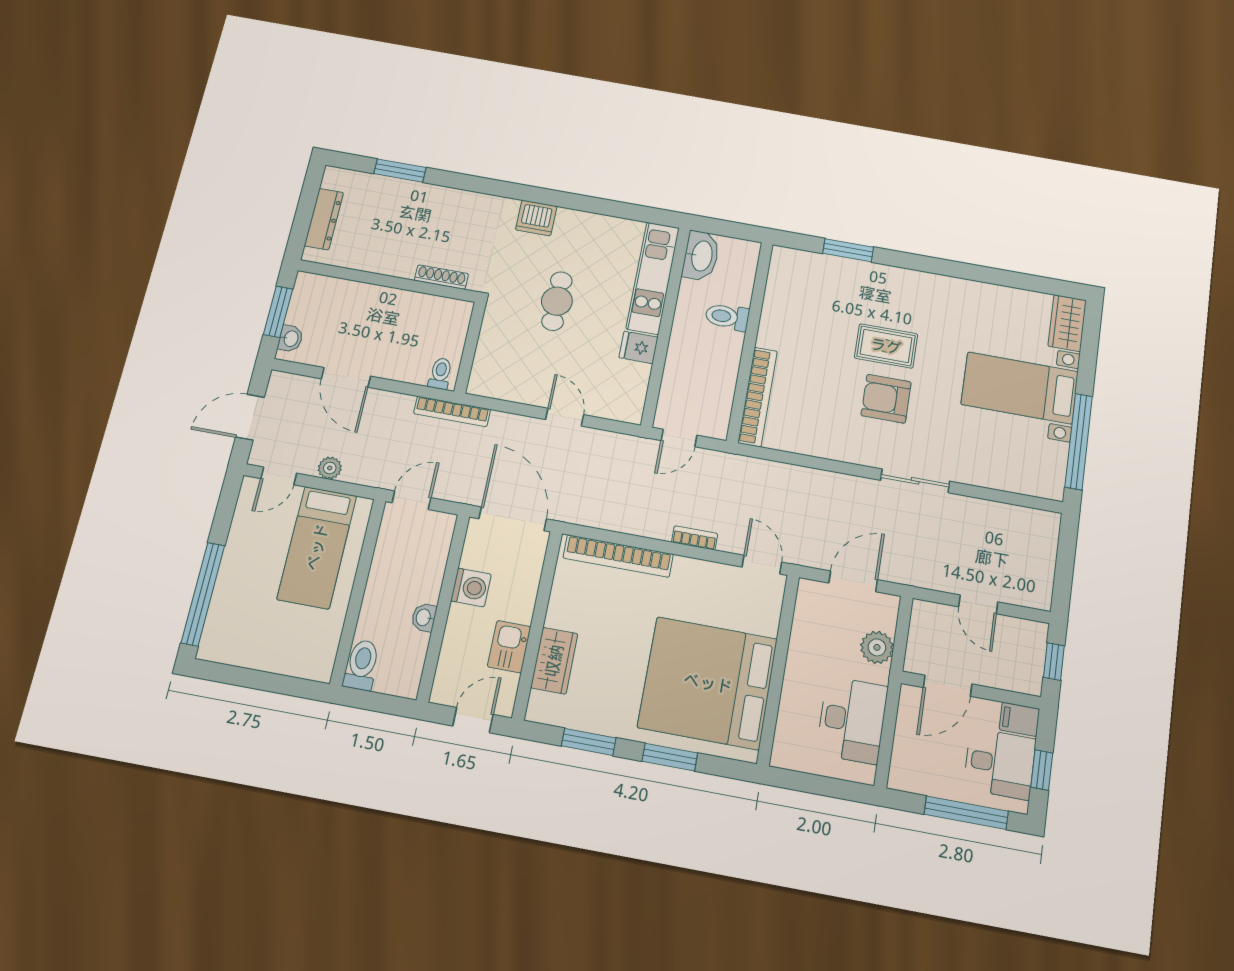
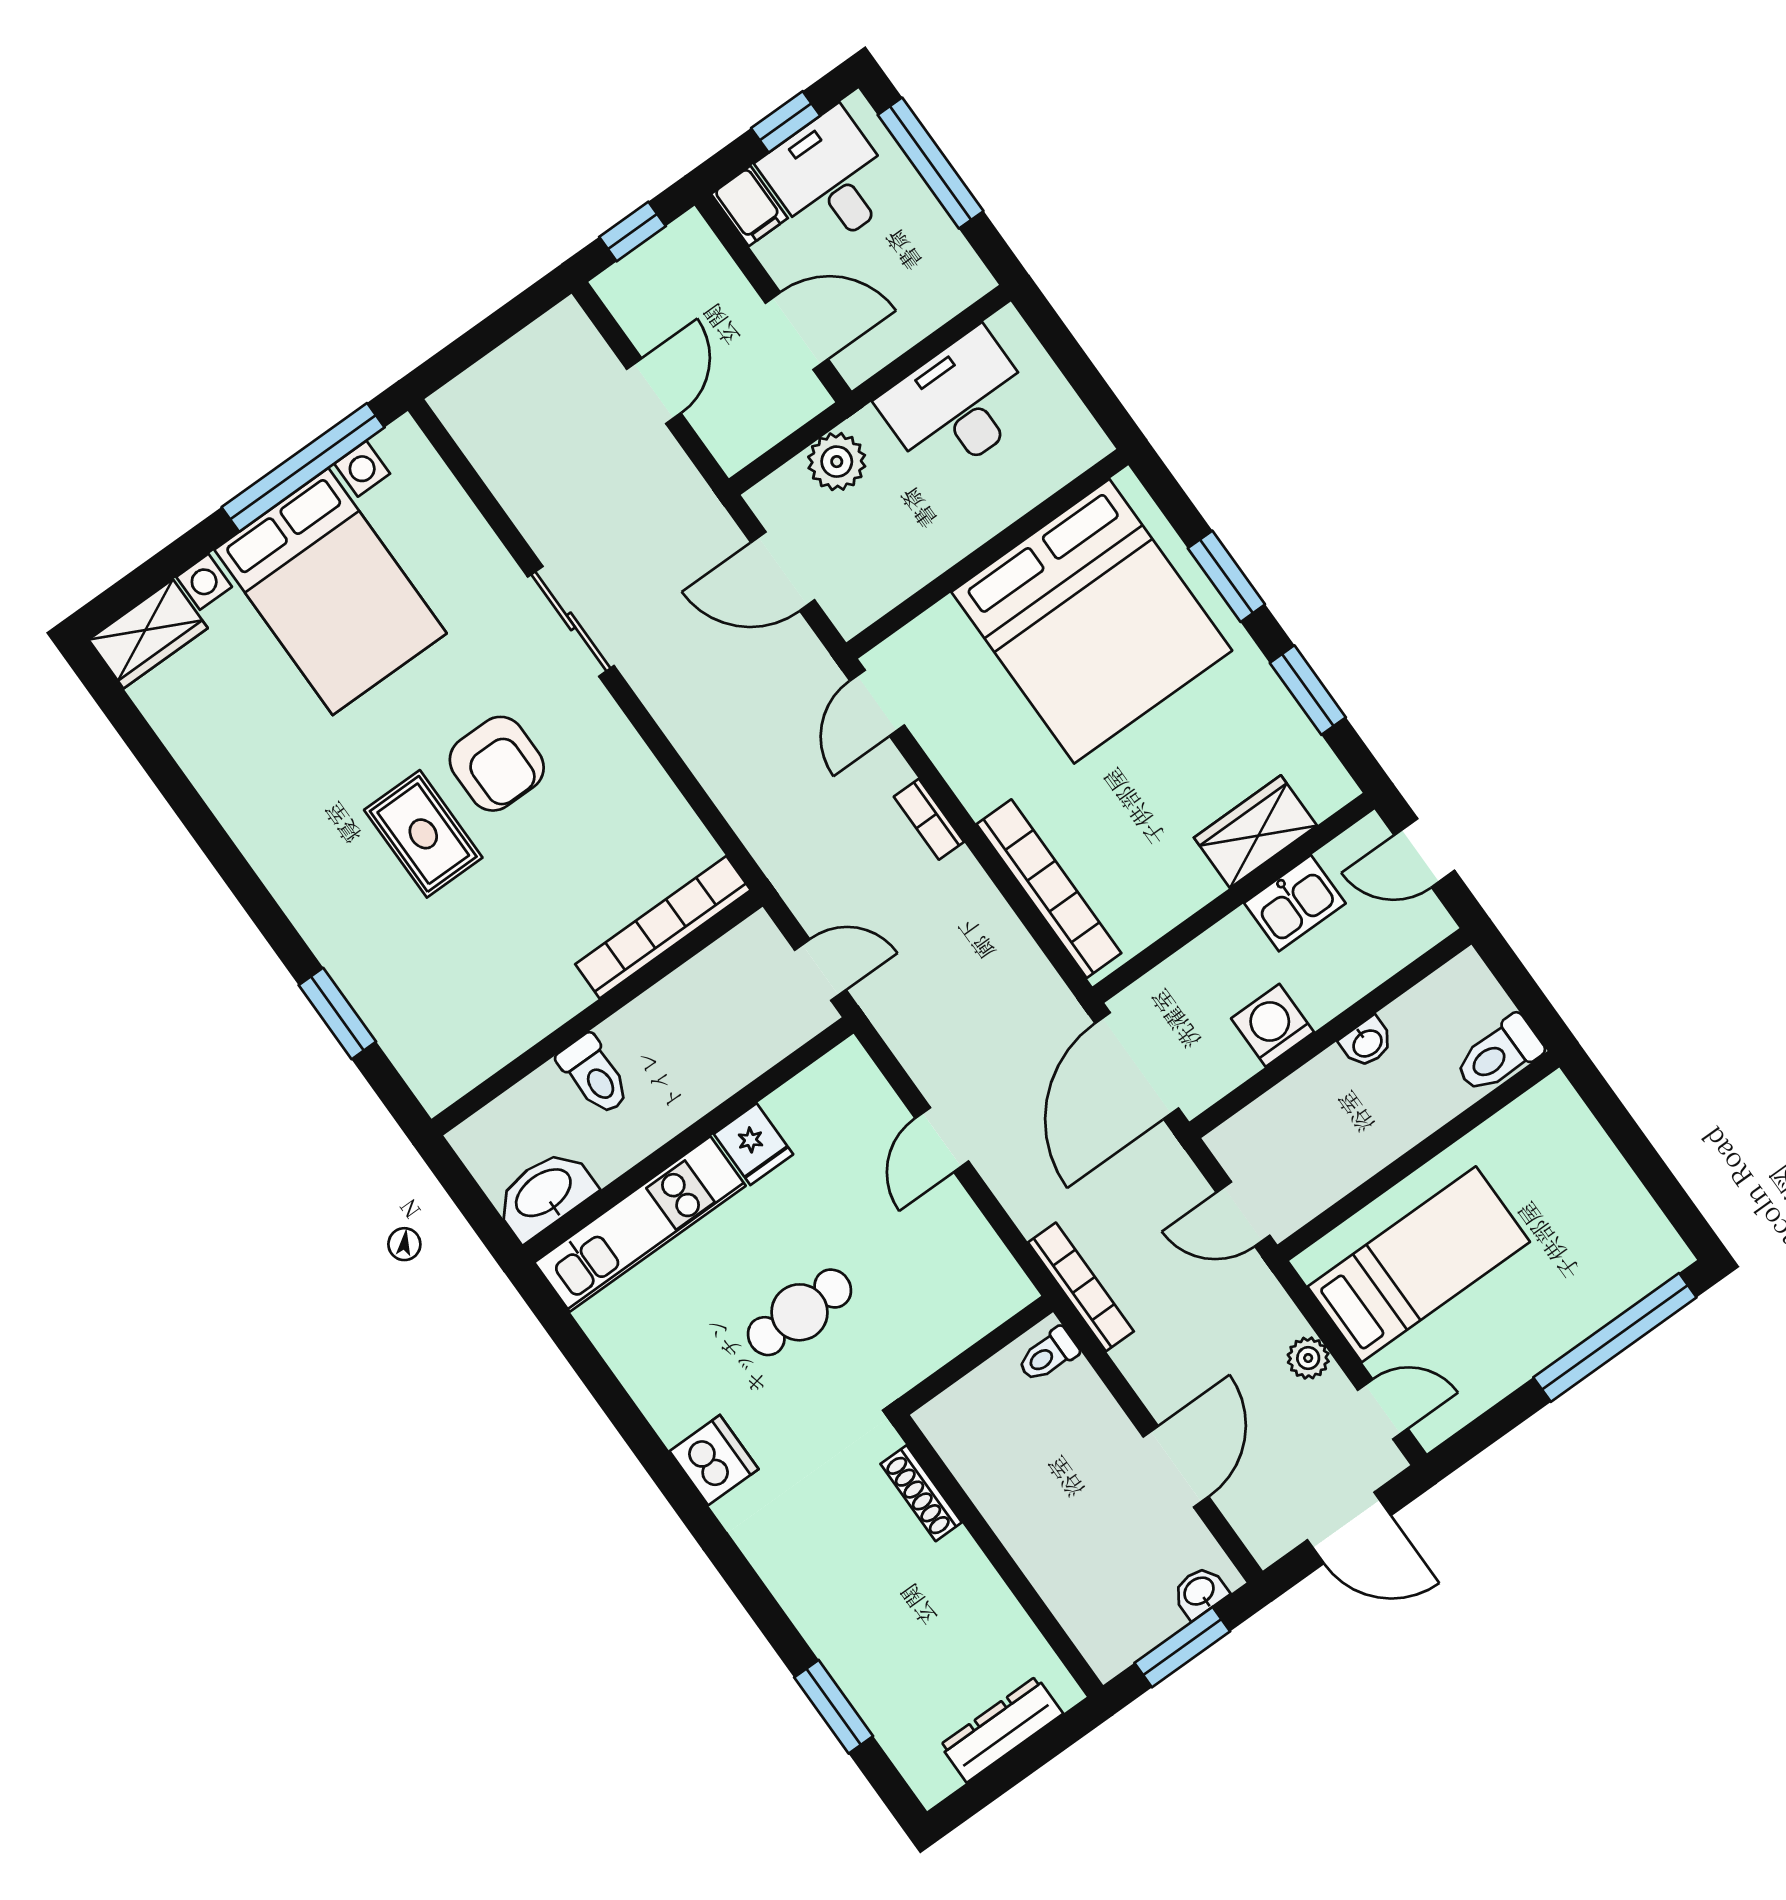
bed with nightstands: (1020, 388) -> (330, 591), width x1.36

